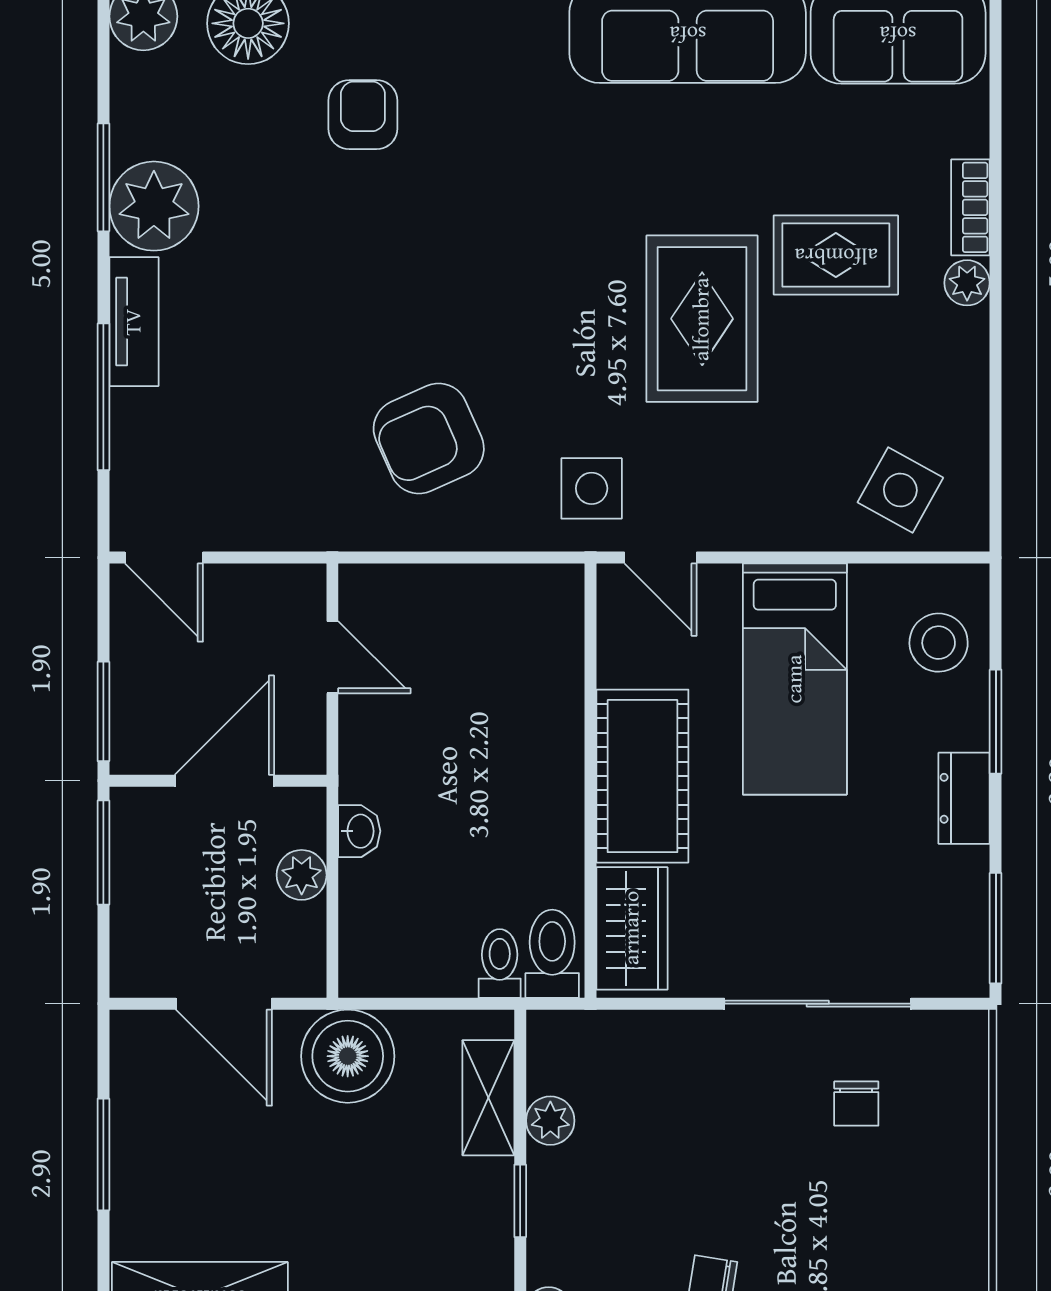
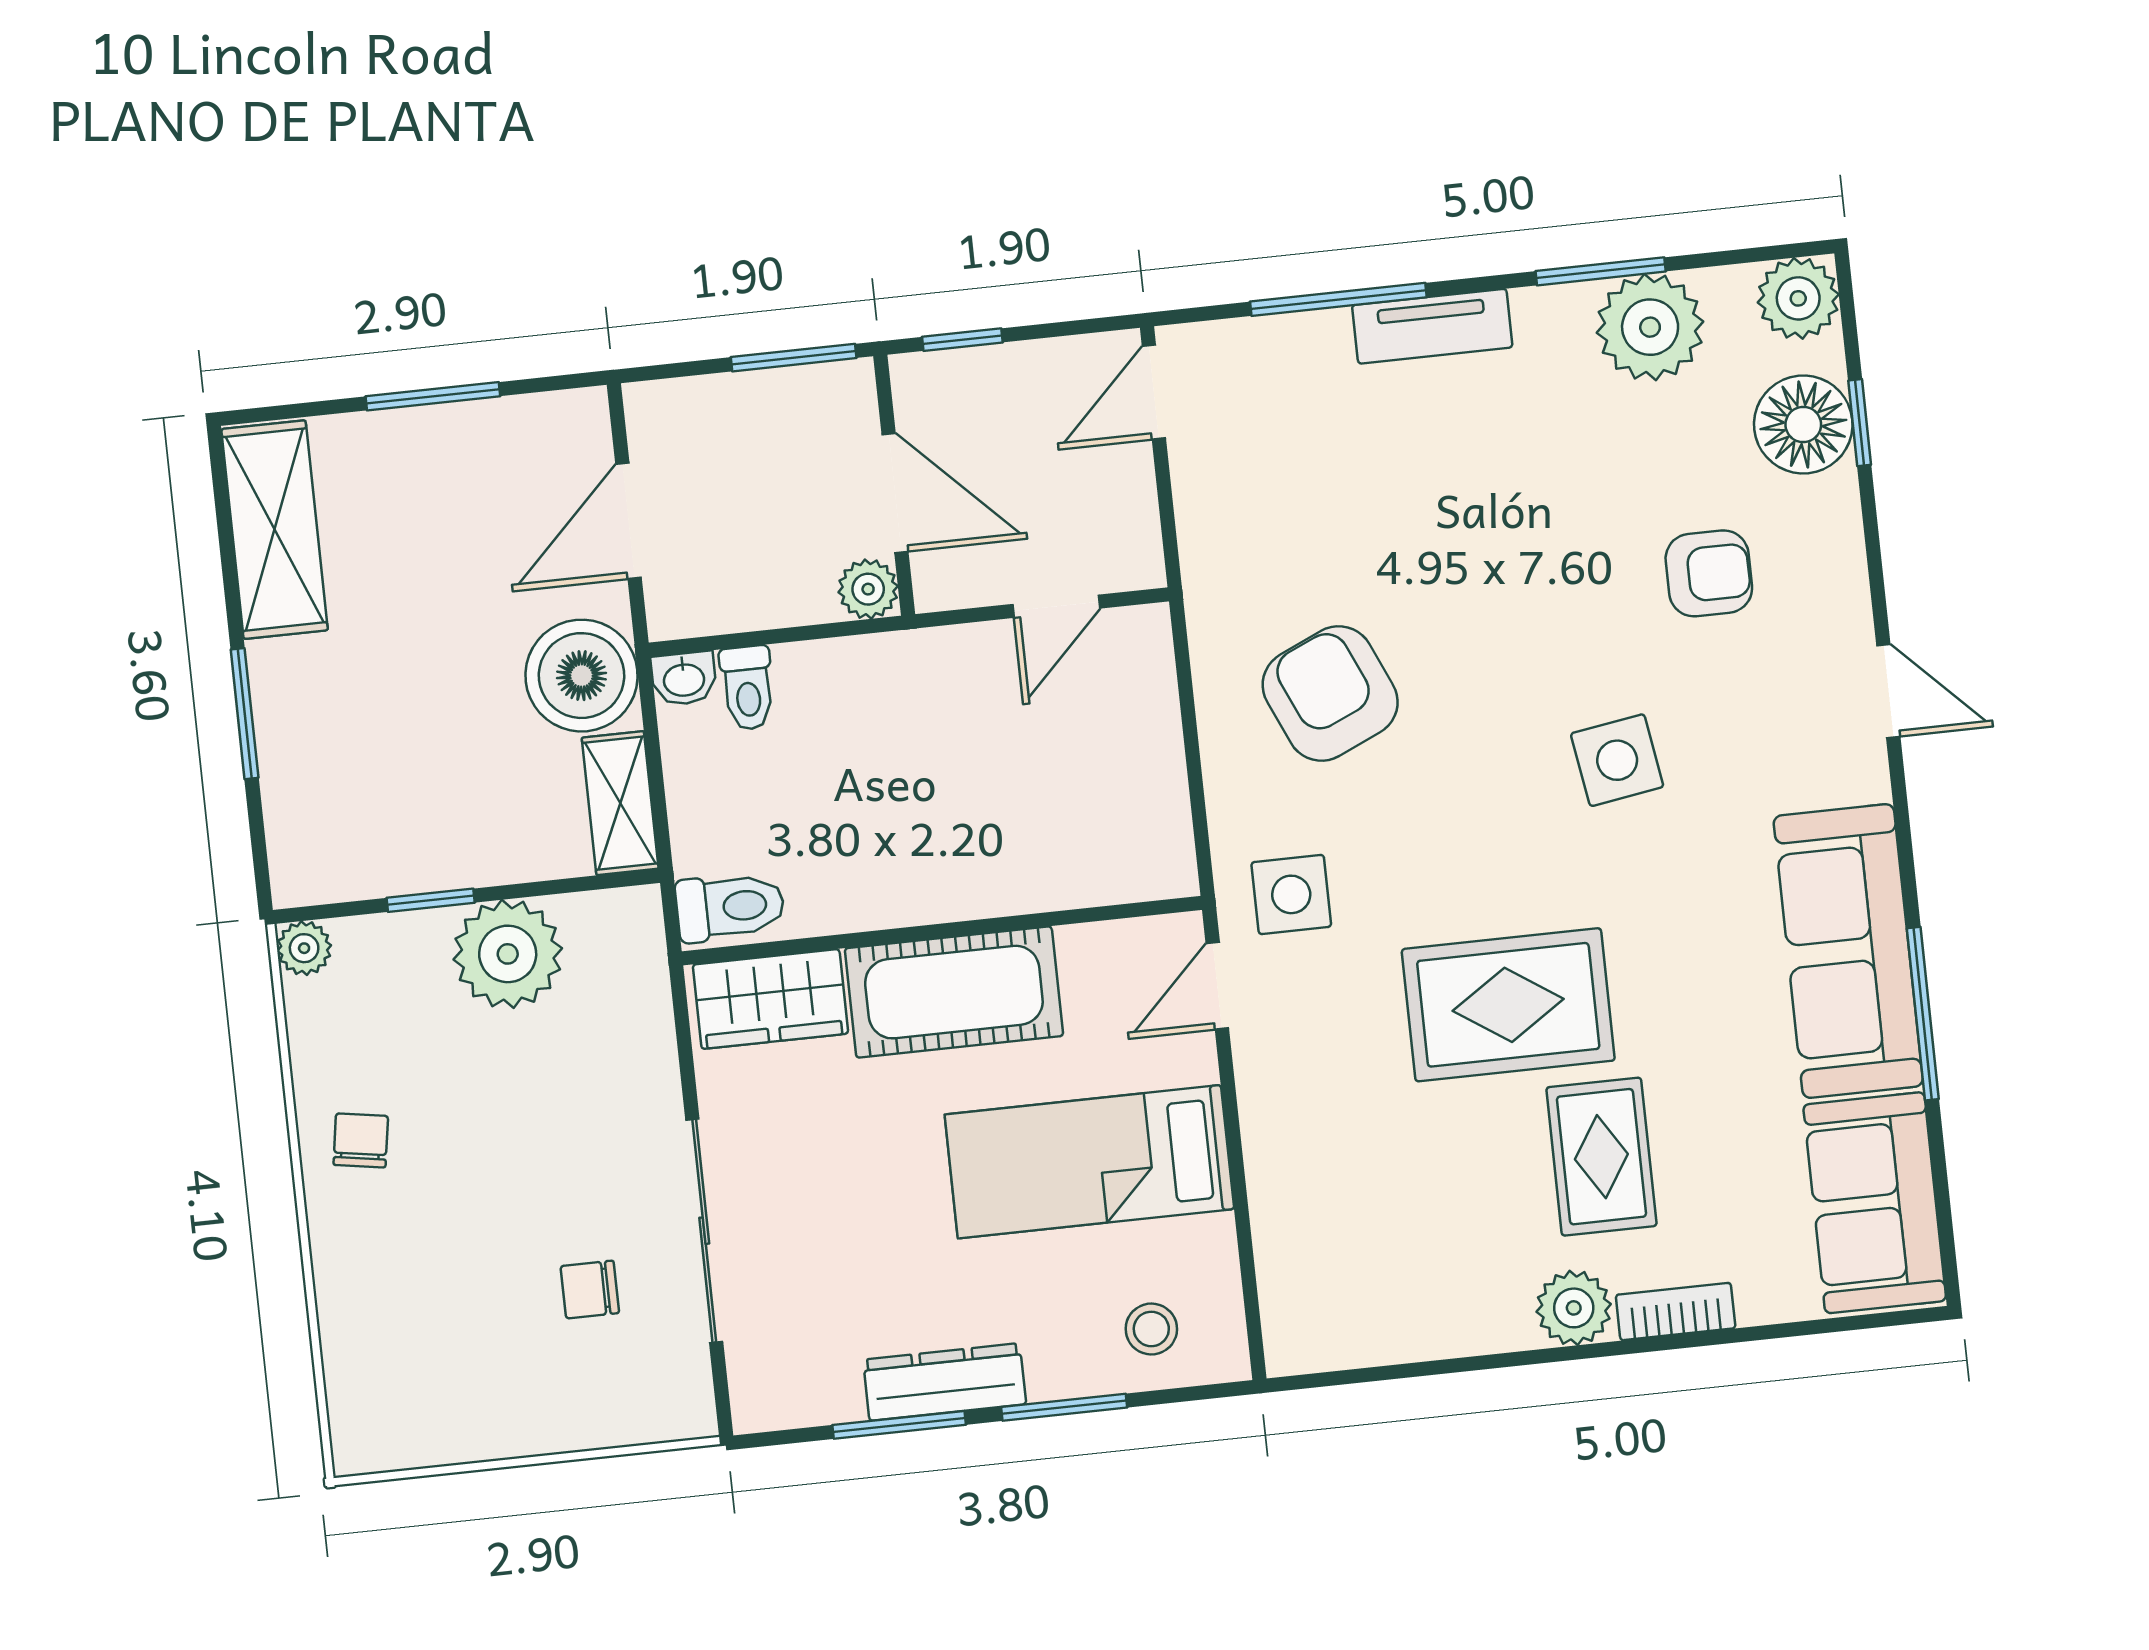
plant: (154, 206) -> (1650, 327), moved
plant: (967, 283) -> (1574, 1308), width x1.38, depth x1.38
side table: (900, 490) -> (1617, 760), moved, turned -38
stool: (939, 643) -> (1151, 1329), width x0.73, depth x0.73
window: (103, 711) -> (962, 340), width x0.67
dresser: (964, 798) -> (945, 1382), width x1.44
washbasin: (359, 831) -> (684, 679), moved
plant: (302, 875) -> (868, 589), moved
window: (996, 928) -> (899, 1425), moved
toilet: (500, 963) -> (747, 688), moved, turned 90
shelving: (488, 1098) -> (620, 803), moved, turned 90
plant: (550, 1121) -> (508, 954), width x1.88, depth x1.88

